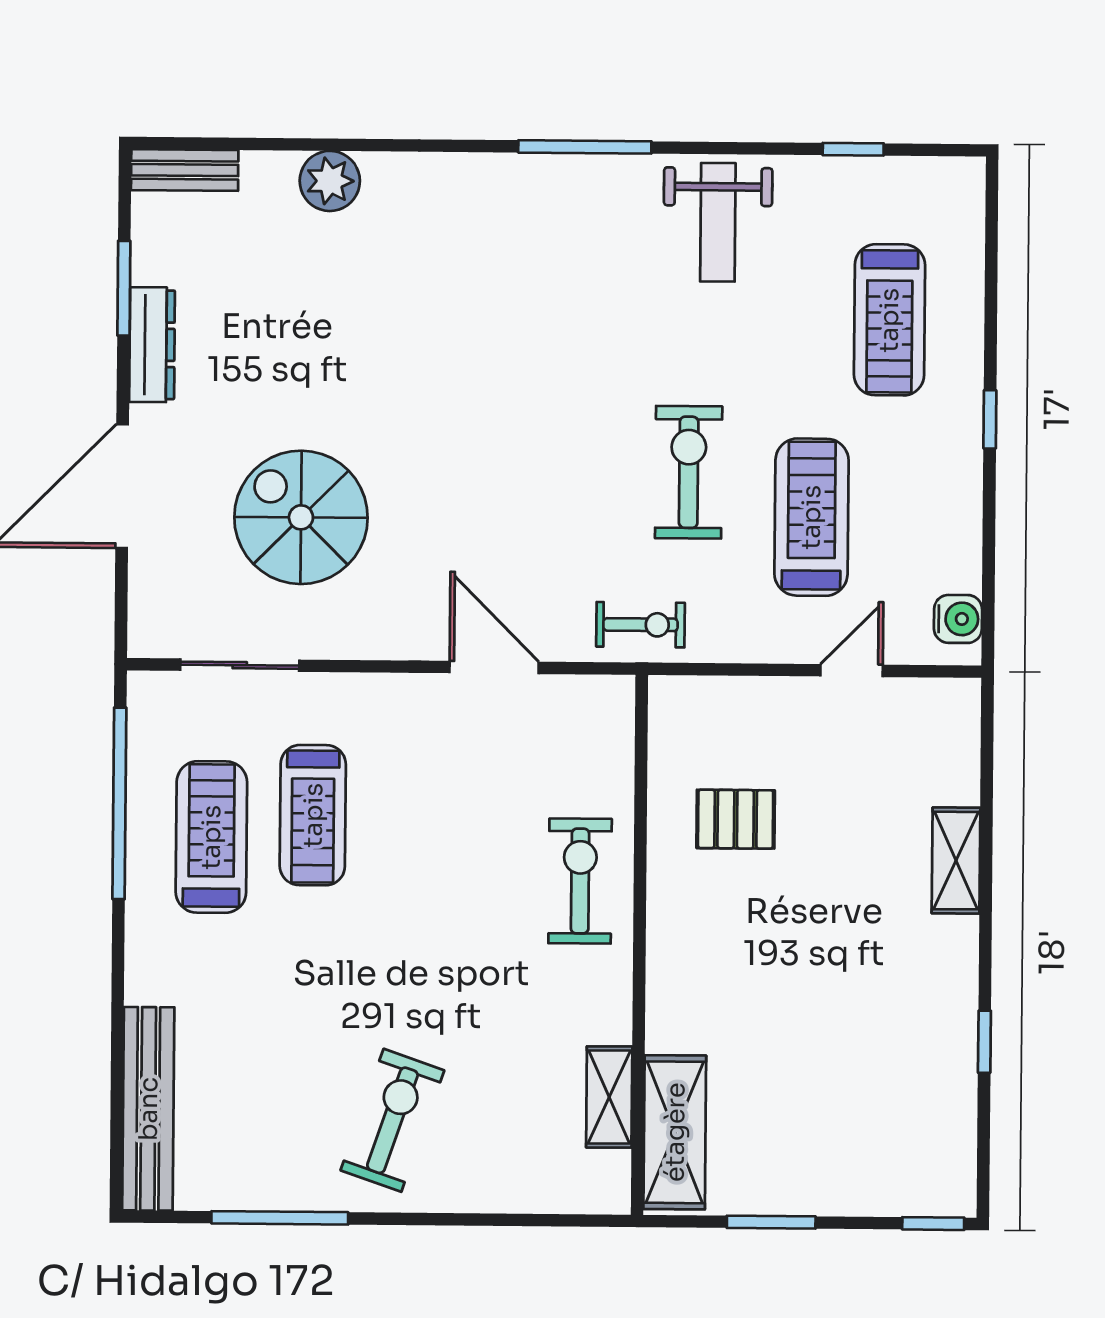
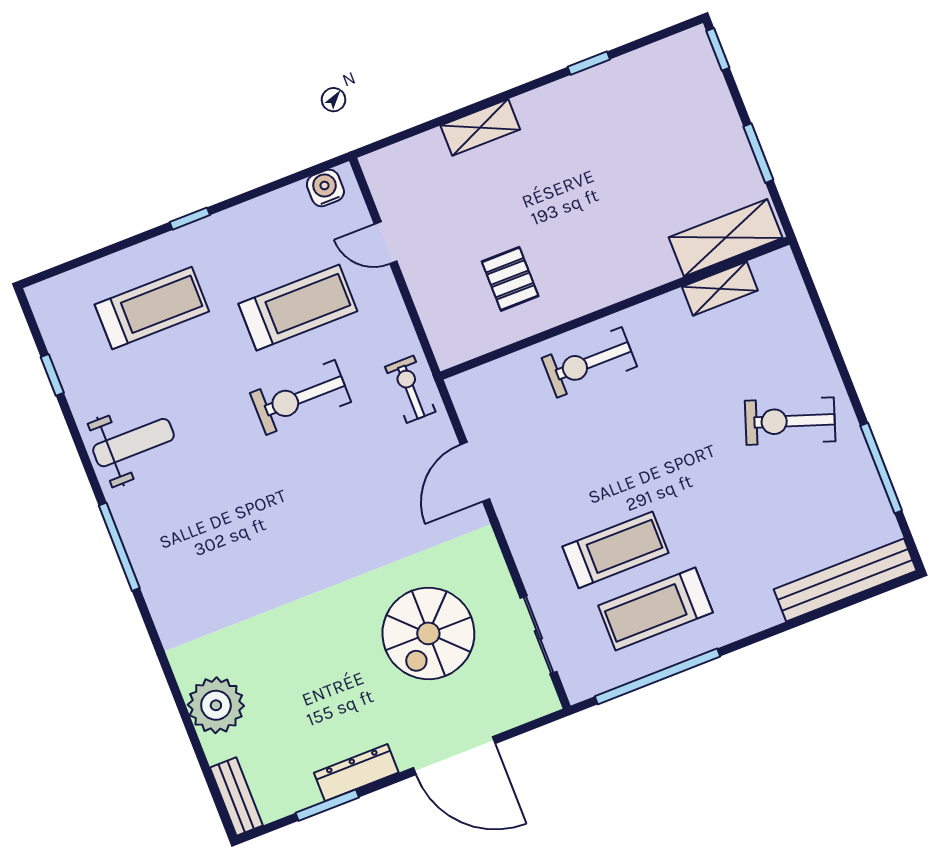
plant: (330, 181) -> (216, 705), width x1.36, depth x1.36
treadmill: (811, 517) -> (298, 307), turned 180

